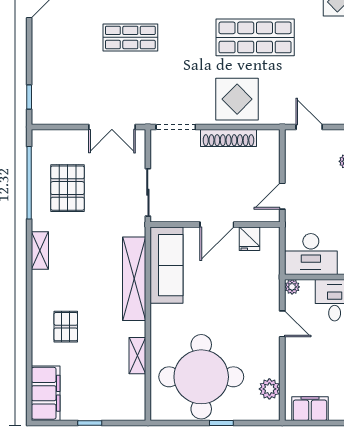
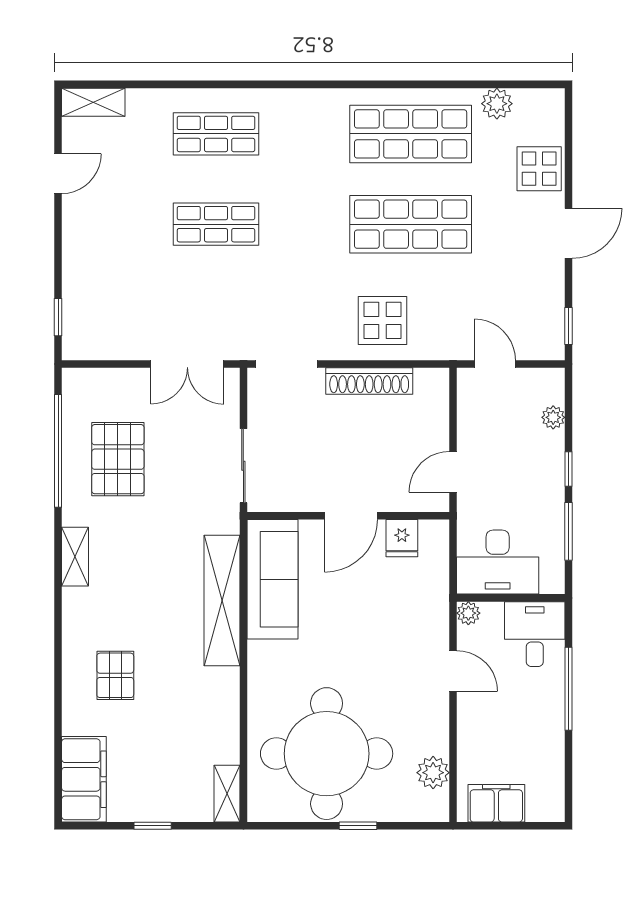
display table: (237, 99) -> (382, 320), width x0.73, depth x0.73
shelving: (137, 356) -> (227, 794), moved

